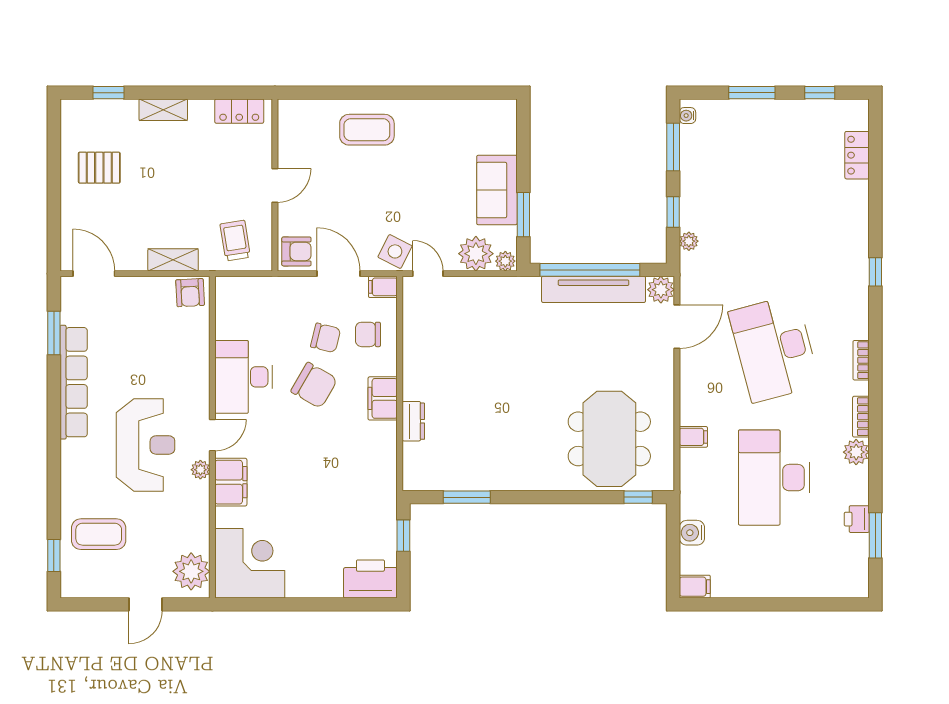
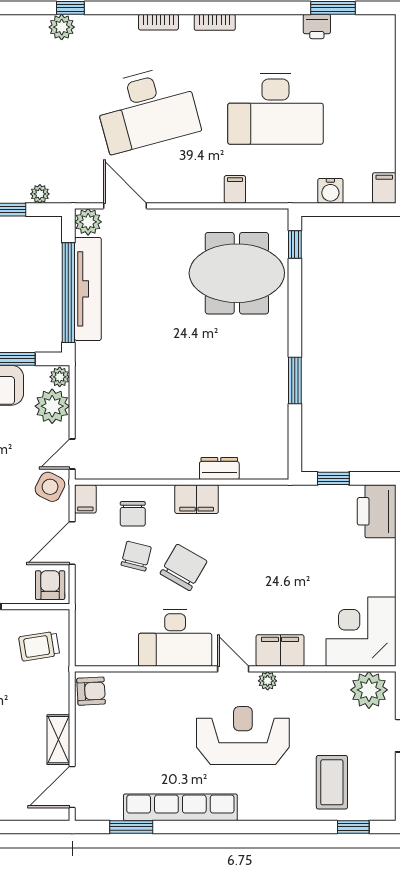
shelving: (173, 260) -> (58, 740), moved
plant: (856, 452) -> (62, 27), moved
window: (467, 497) -> (295, 380), moved

